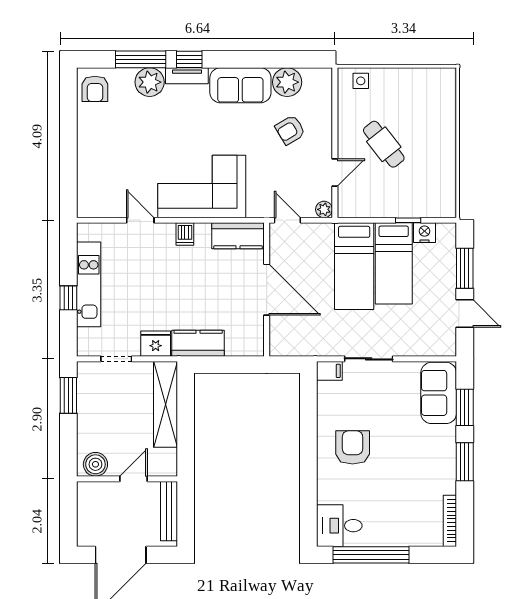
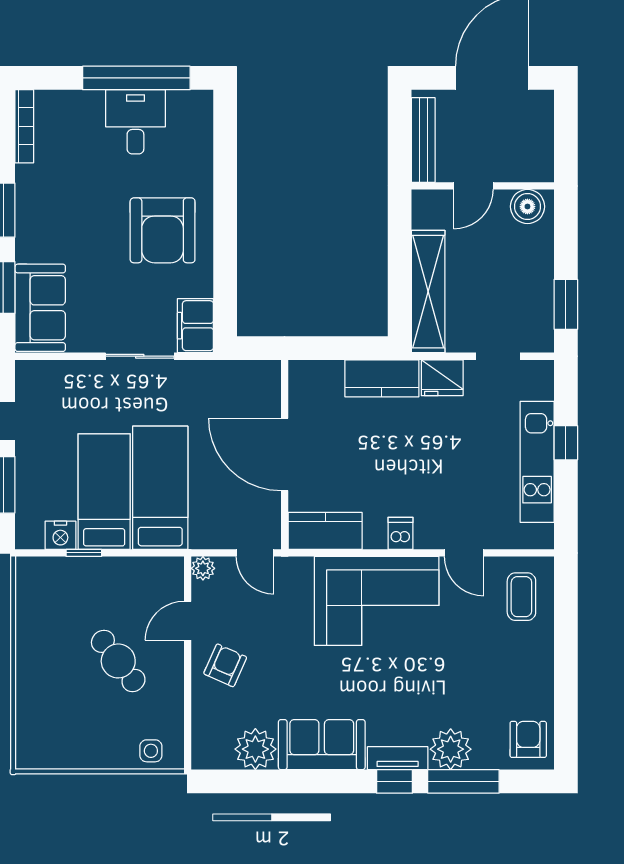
armchair: (290, 130) -> (225, 665), moved, turned -35
coffee table: (100, 189) -> (521, 597), added
filing cabinet: (329, 371) -> (195, 326), width x2.00
armchair: (353, 447) -> (163, 230), width x1.36, depth x1.36
desk: (339, 526) -> (135, 122), moved, turned -90

